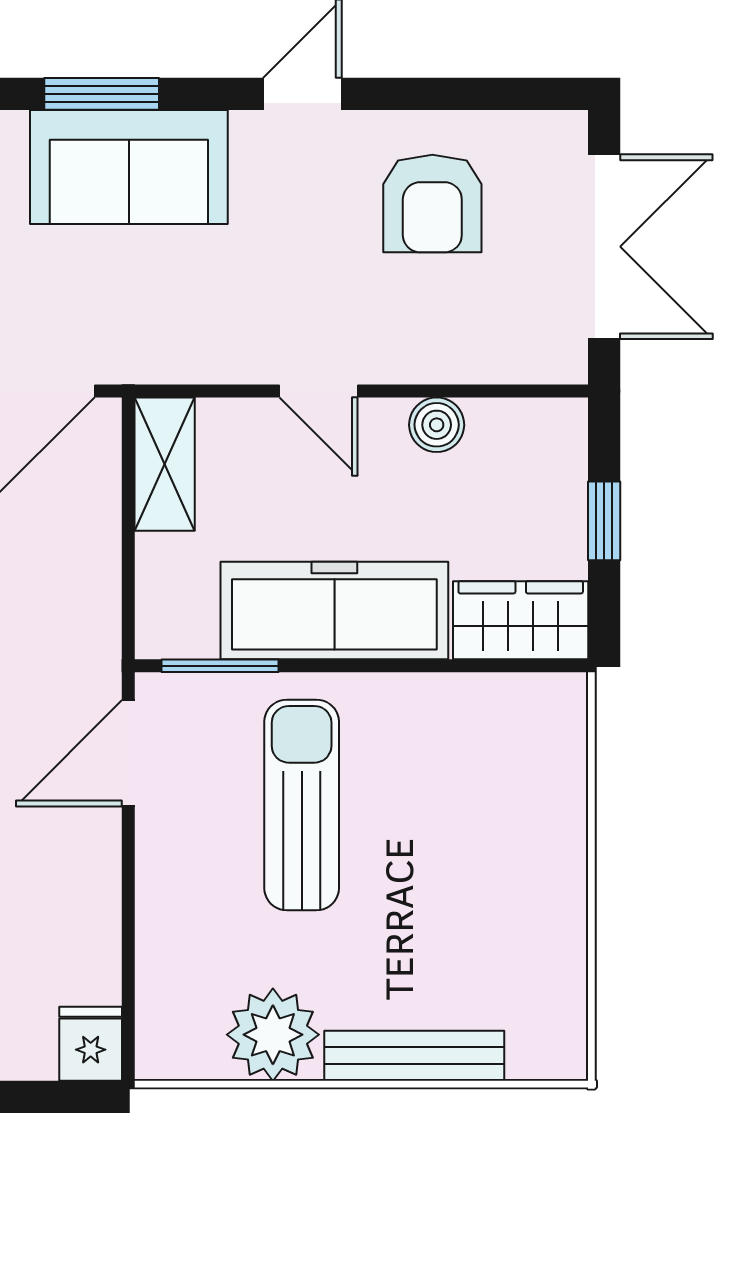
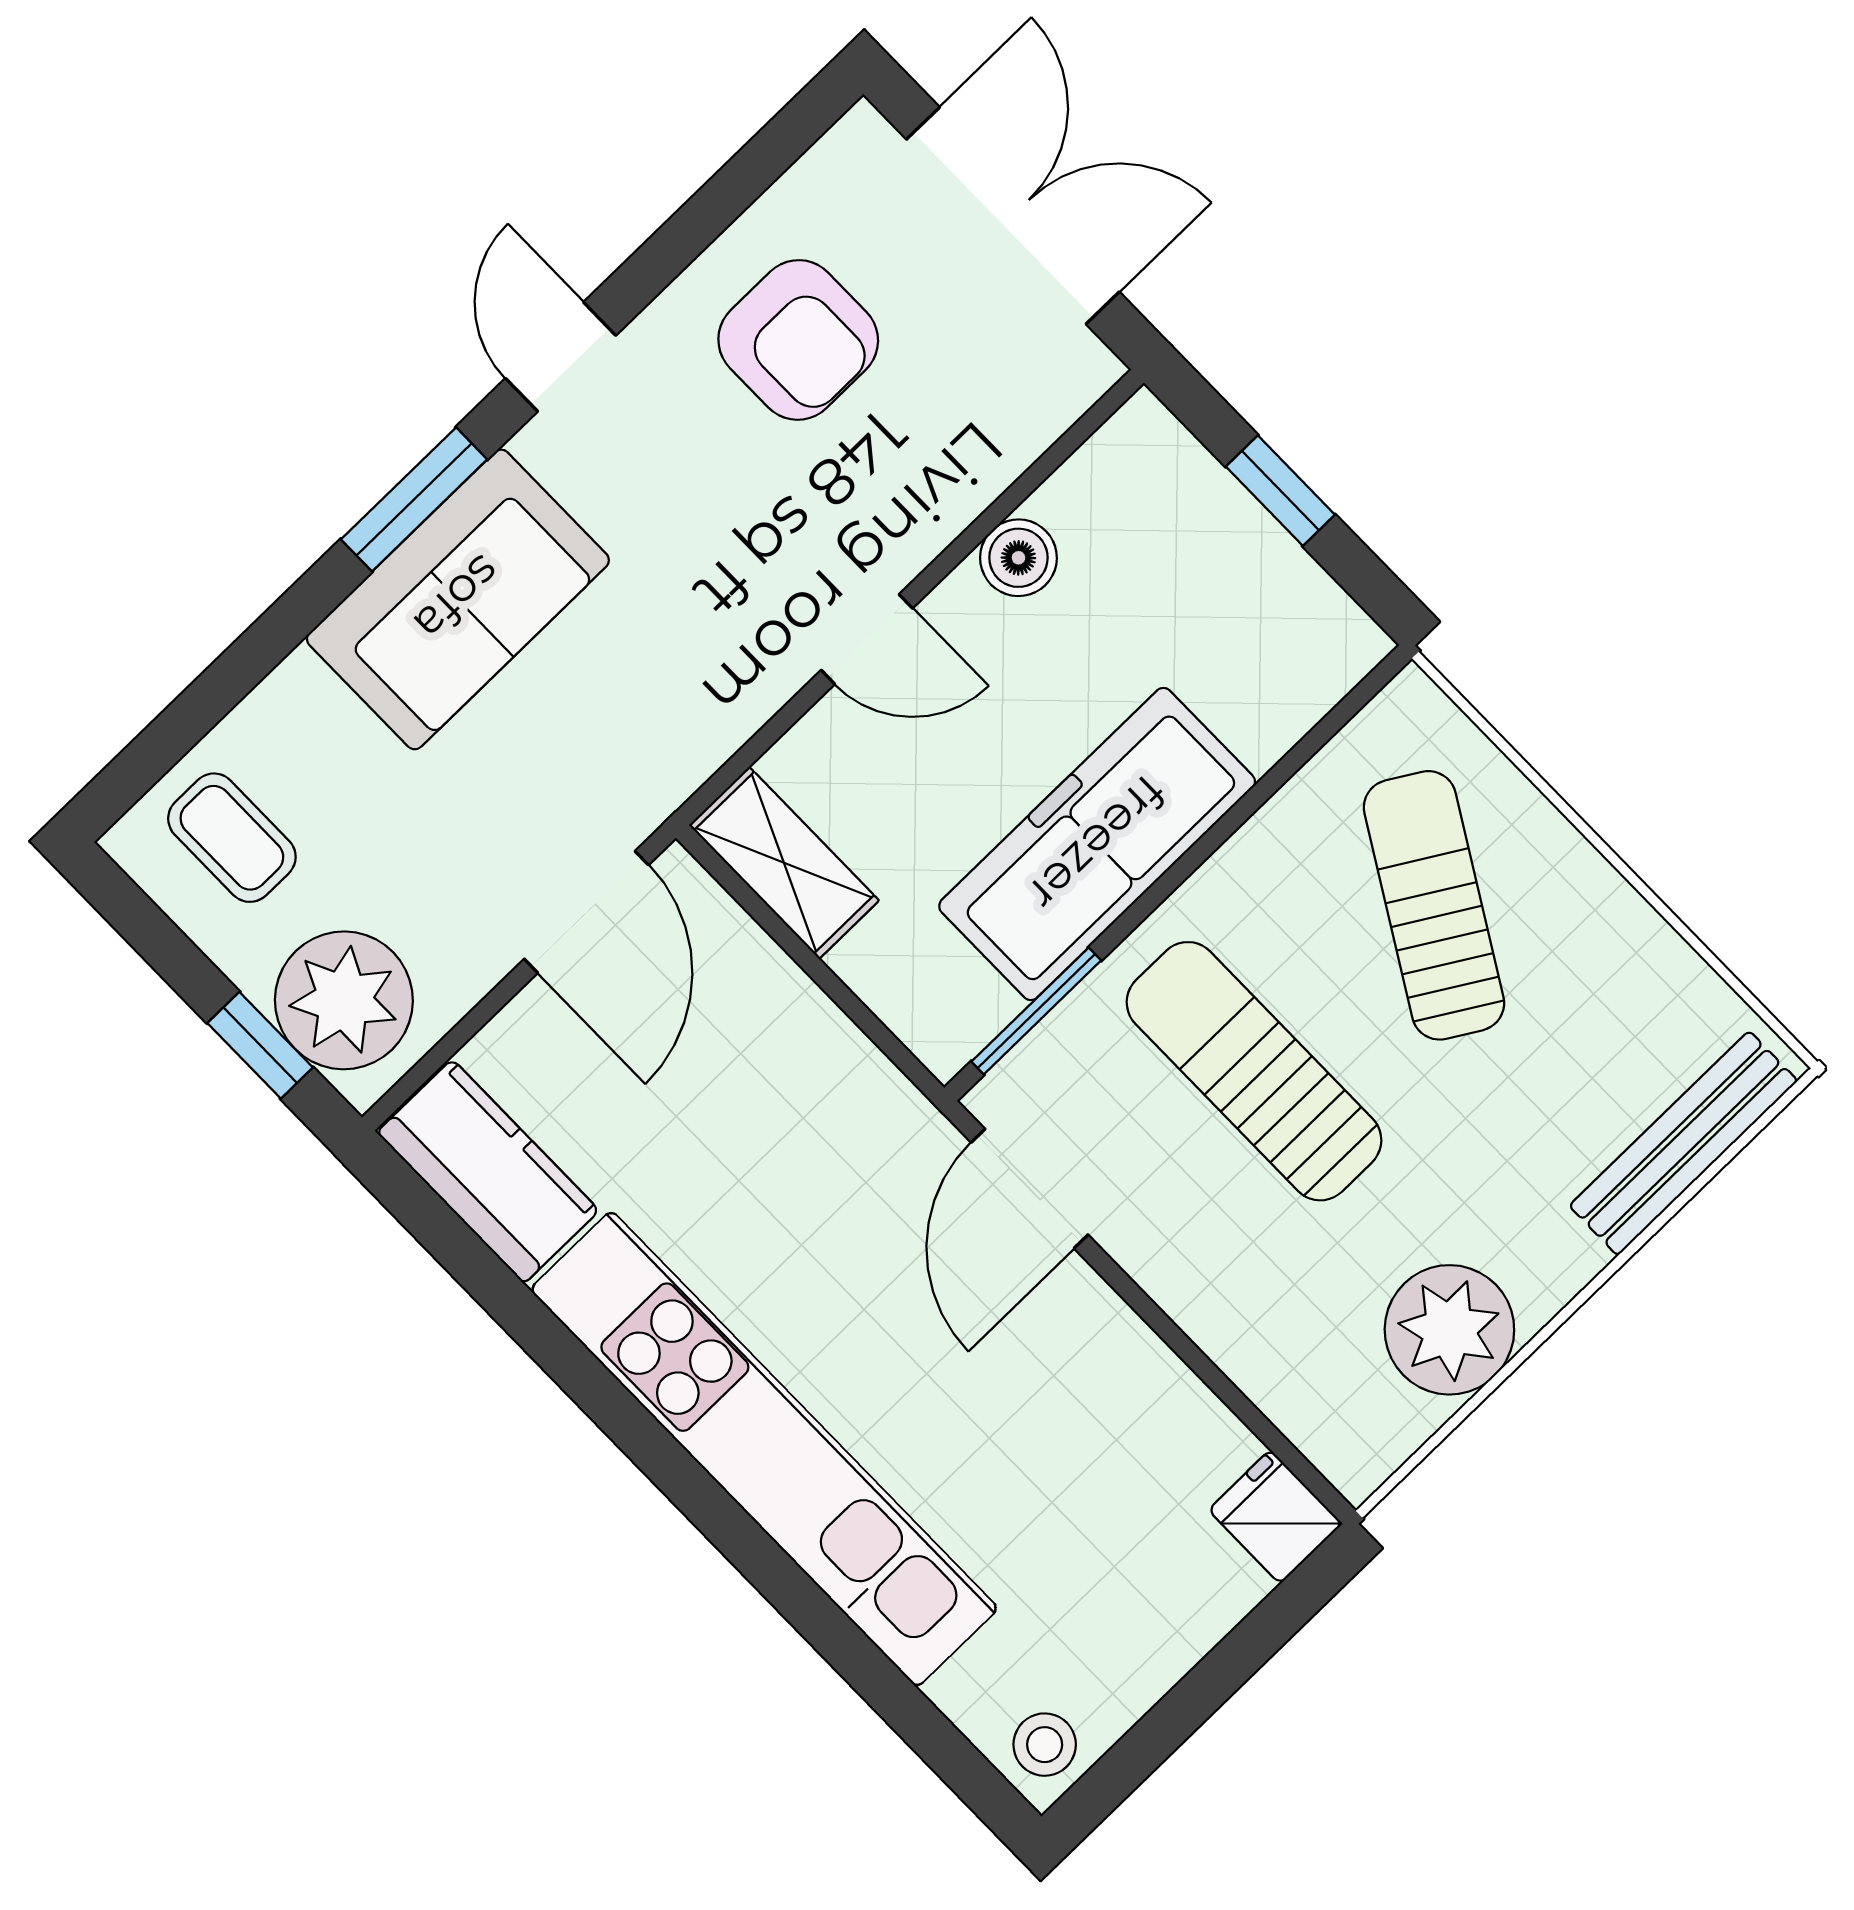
window: (102, 94) -> (414, 499), moved
wardrobe: (521, 620) -> (1294, 672), removed
sun lounger: (476, 810) -> (1434, 905), added
bench: (414, 1056) -> (1683, 1143), moved

